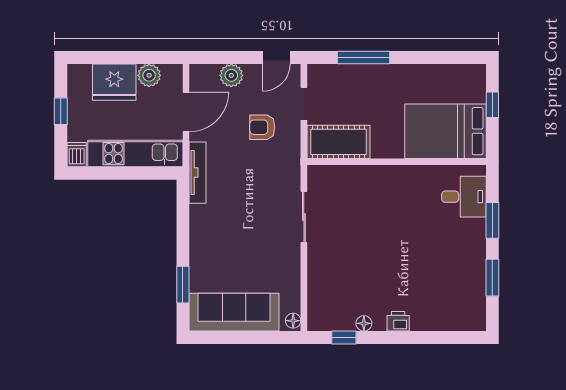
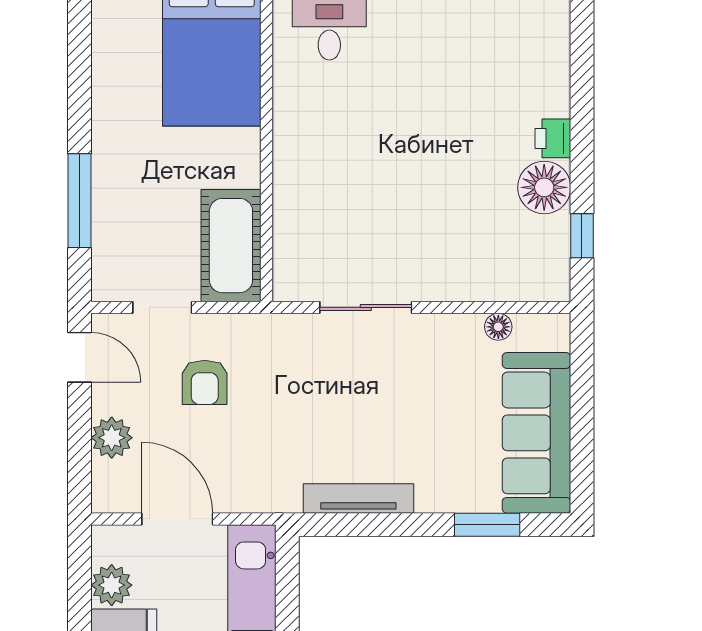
tv unit: (197, 173) -> (358, 498), moved
floor lamp: (293, 321) -> (498, 327), moved
floor lamp: (364, 323) -> (544, 187), width x1.89, depth x1.89

